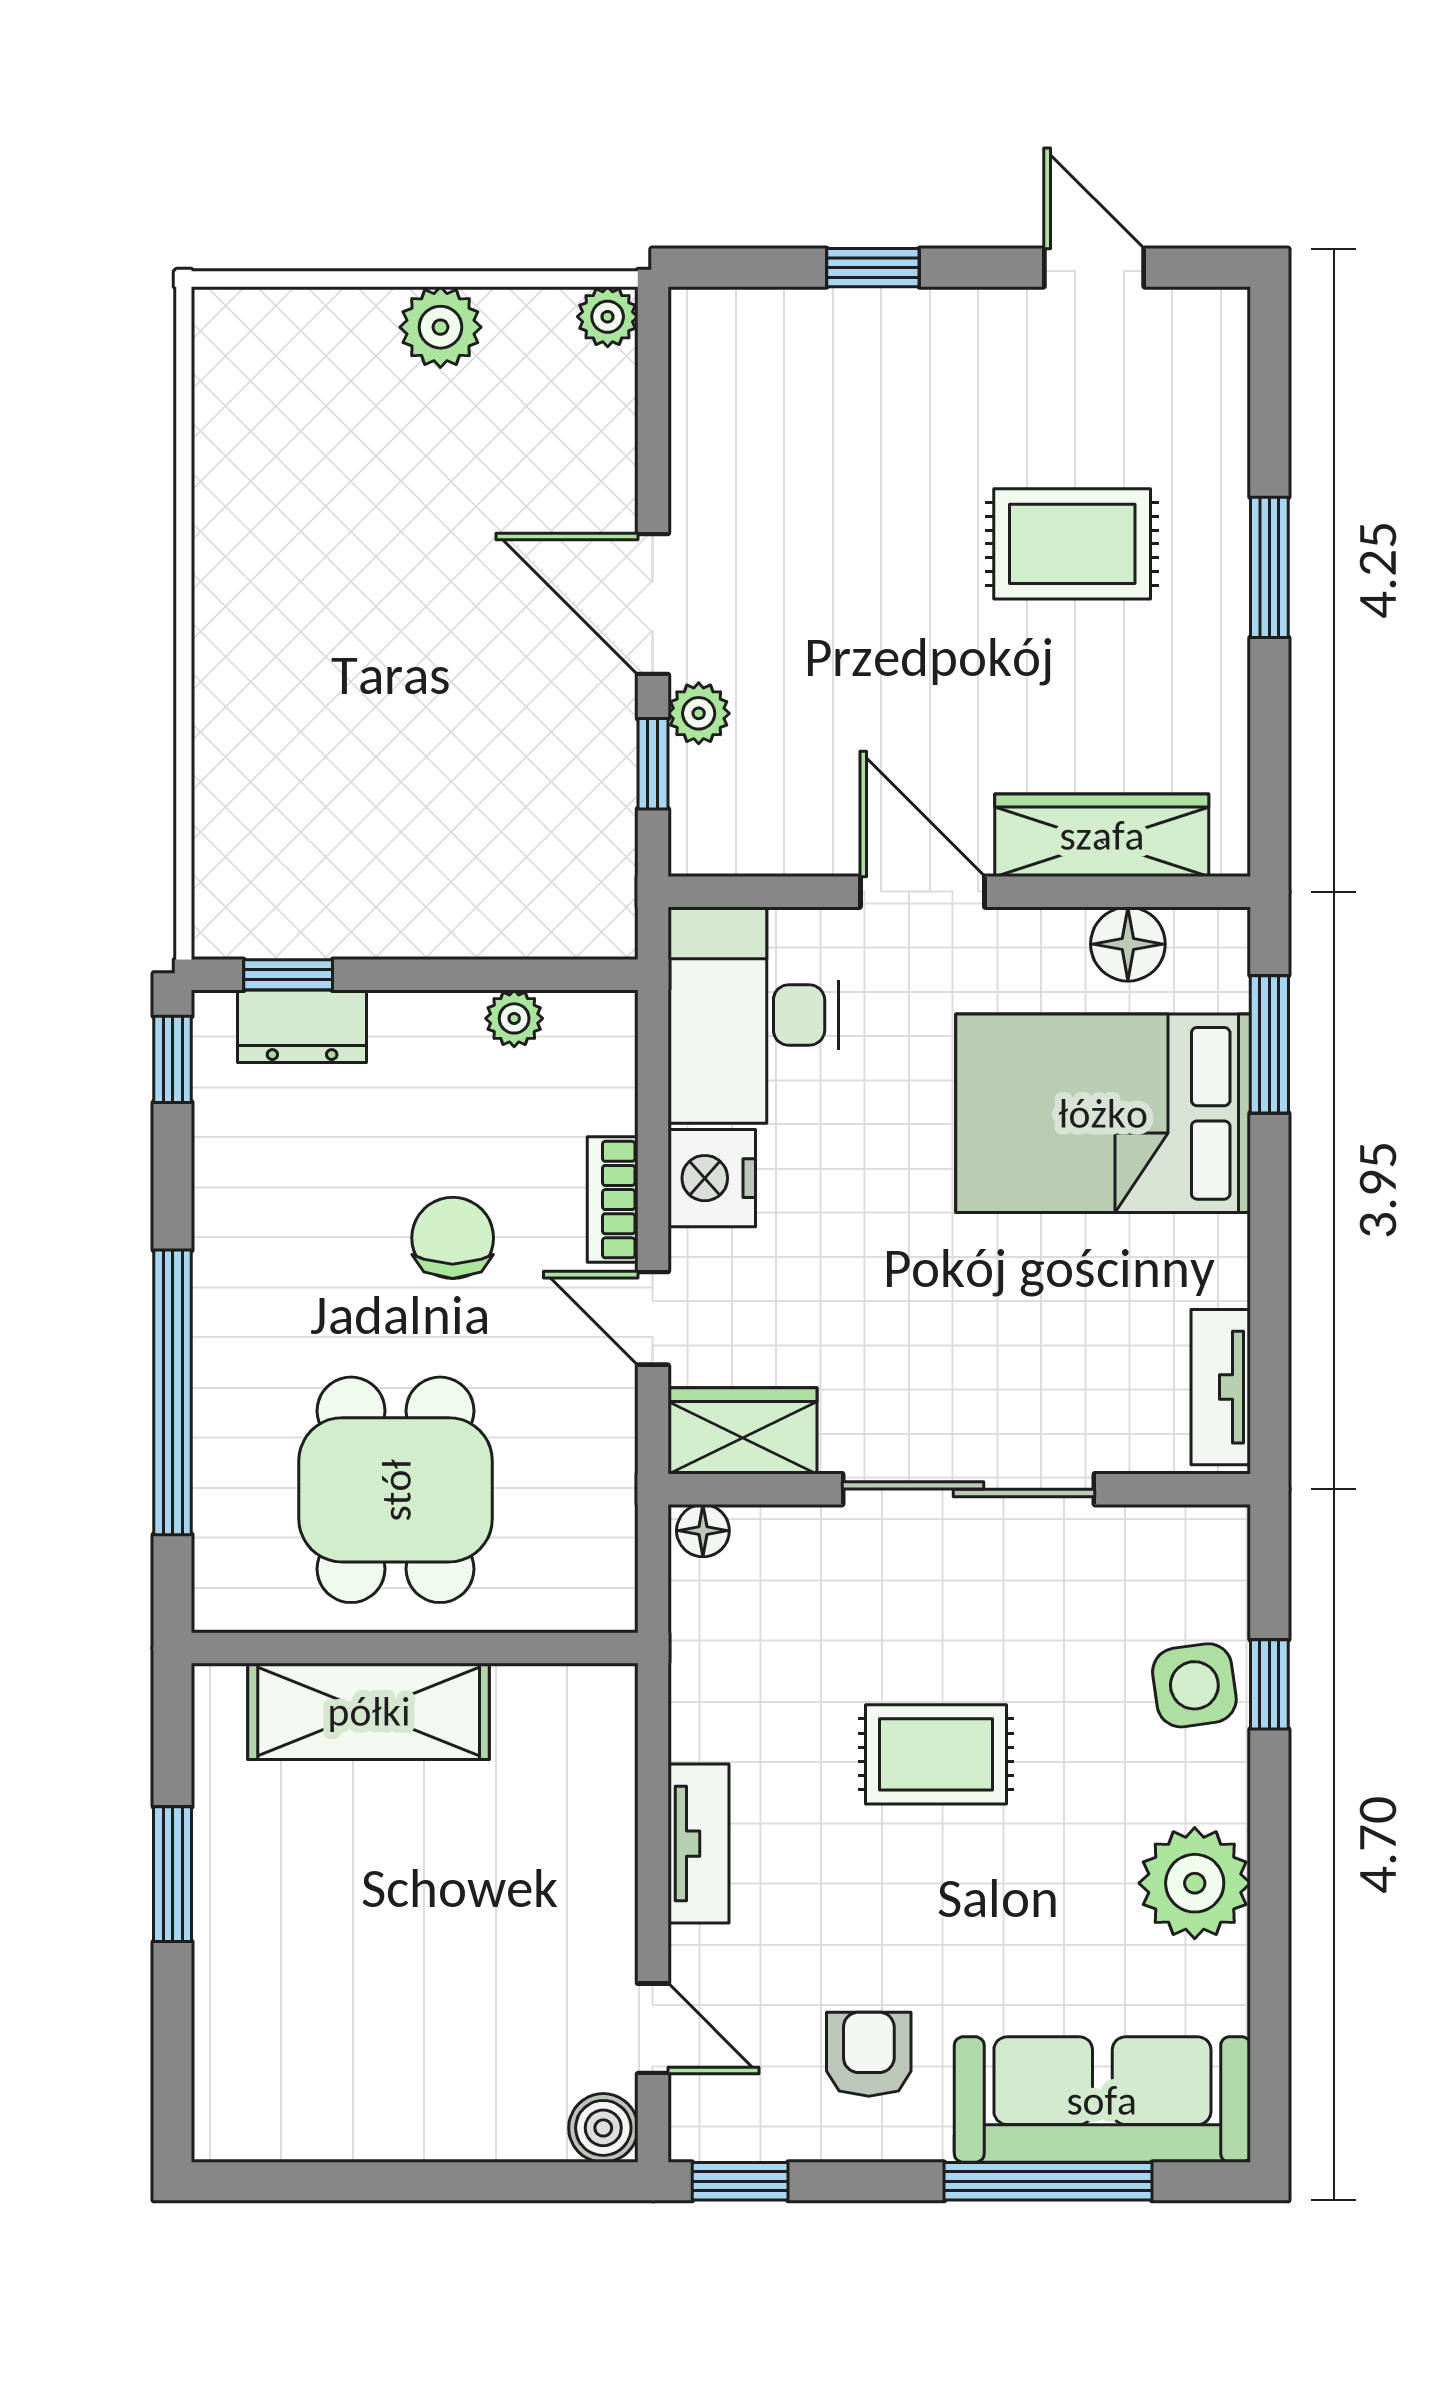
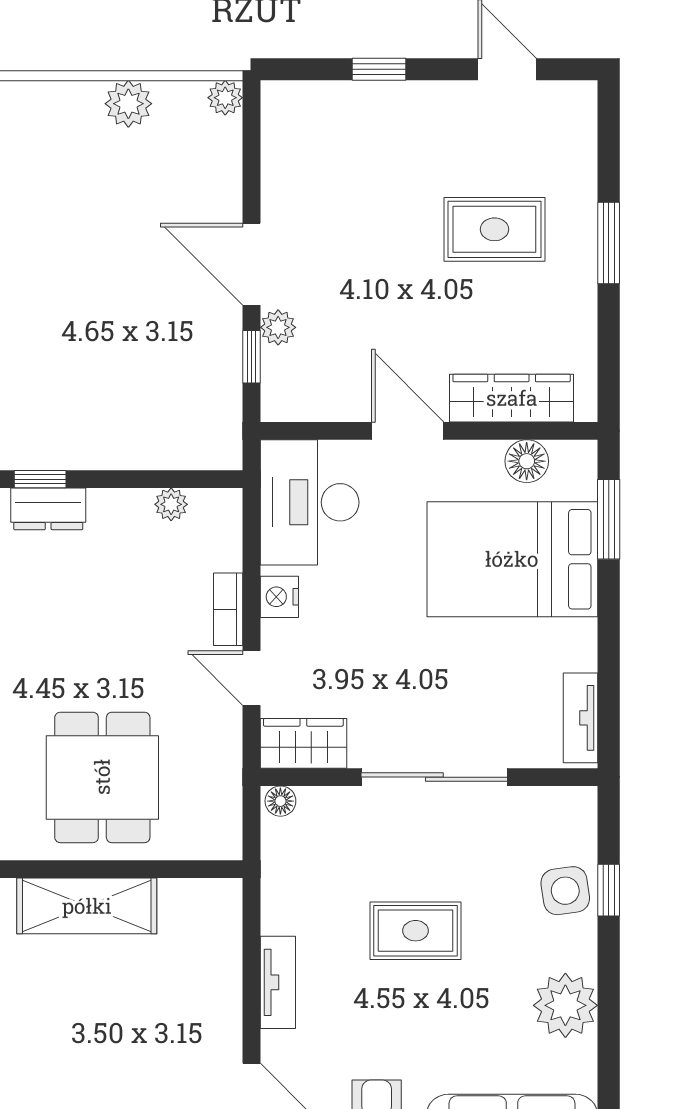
nightstand: (712, 1178) -> (279, 597), width x0.74, depth x0.75
chair: (453, 1238) -> (135, 631), removed

